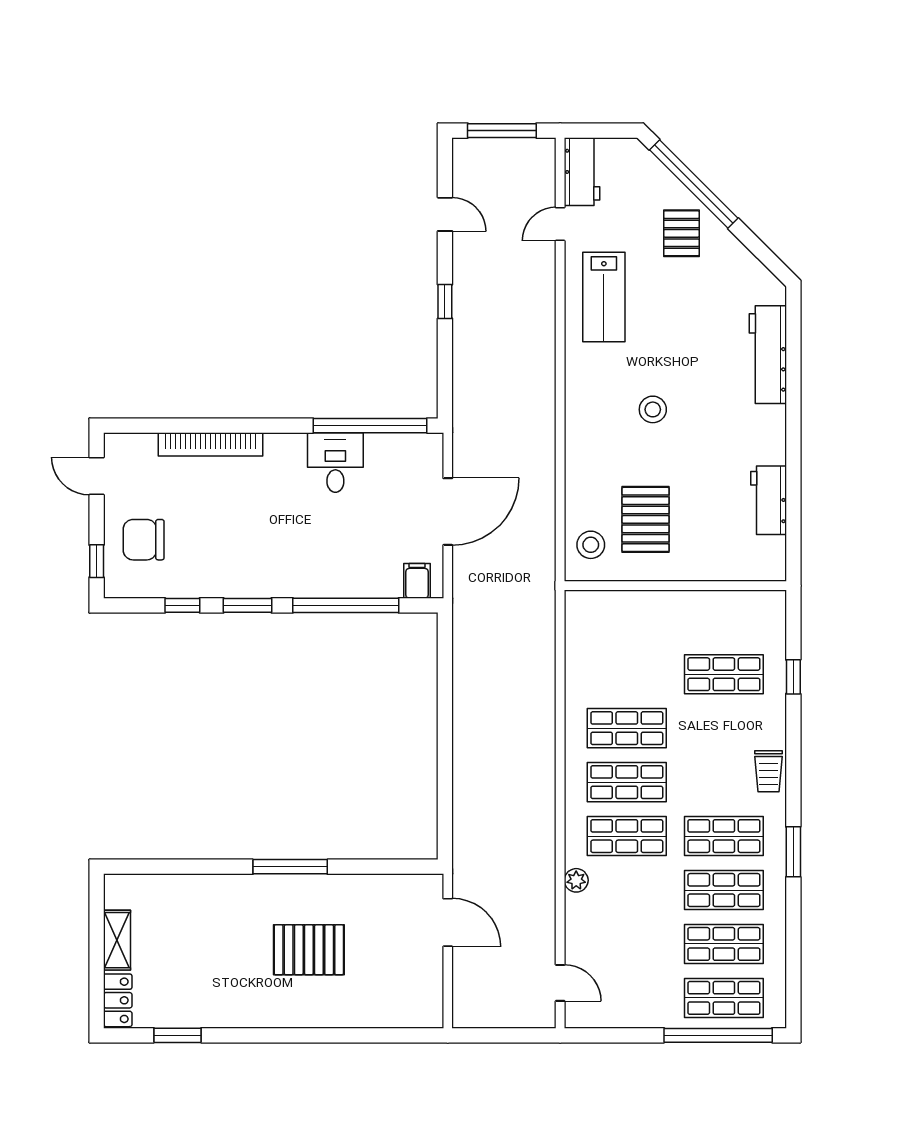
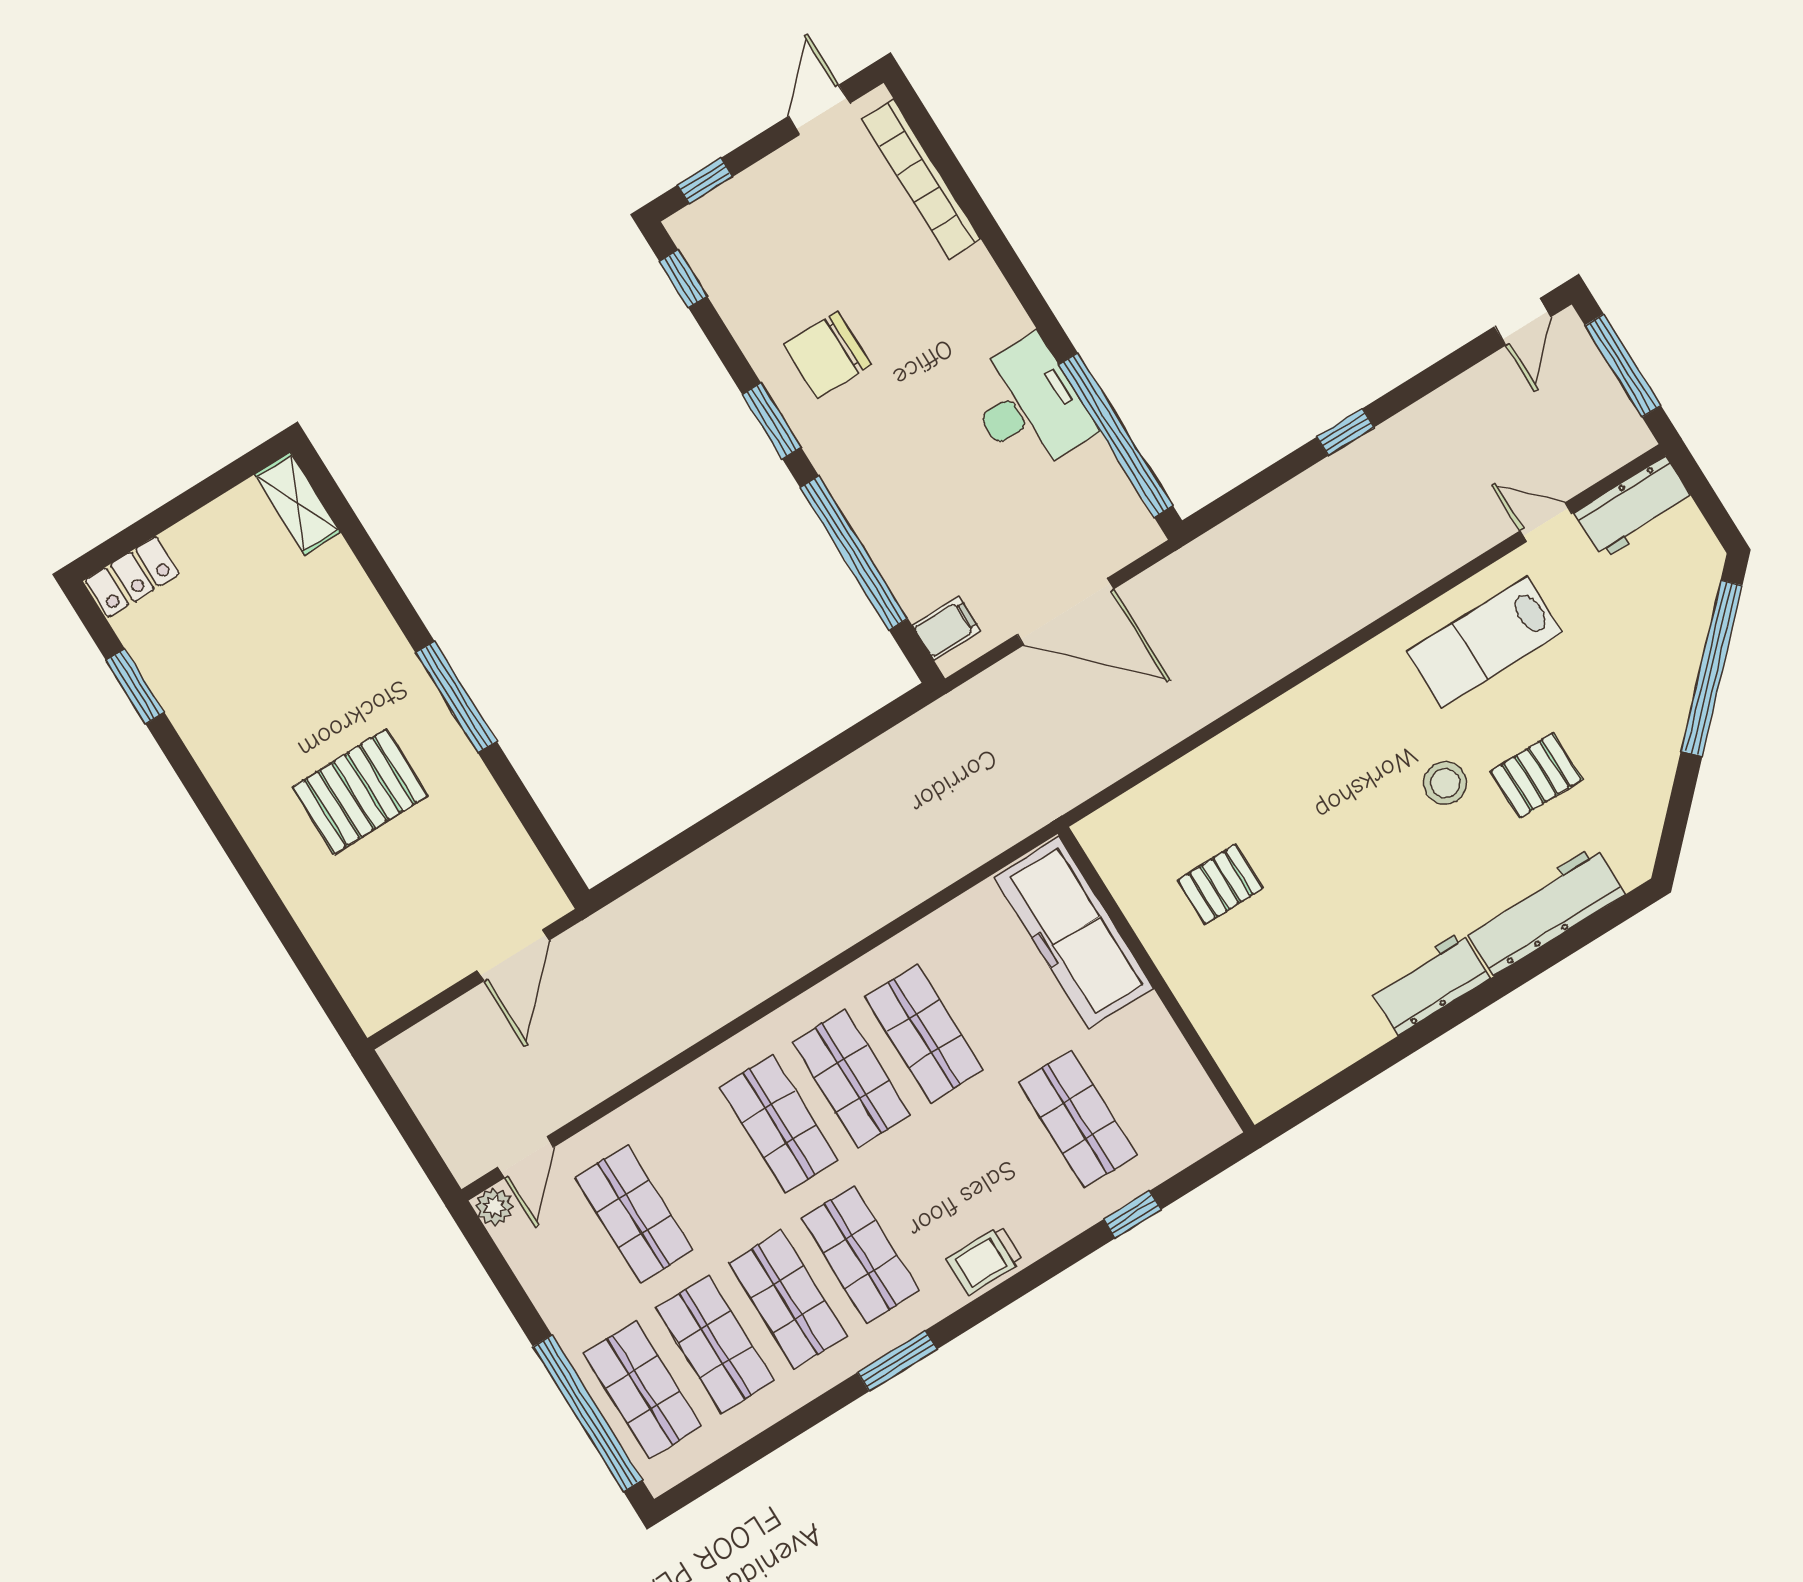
door: (445, 214) -> (1523, 322), moved
pallet: (681, 233) -> (1536, 775), moved
stool: (653, 409) -> (1445, 783), moved
bookcase: (211, 444) -> (921, 179), moved
desk: (335, 463) -> (1029, 406), width x1.37
workbench: (769, 500) -> (1430, 983), moved
pallet: (646, 519) -> (1220, 884), width x0.67, depth x0.71
chair: (144, 540) -> (827, 355), moved, turned -90
stool: (591, 545) -> (1140, 832), removed
window: (182, 605) -> (683, 279), moved
freezer: (623, 614) -> (1074, 933), added
plant: (576, 880) -> (494, 1207), moved
shelving: (117, 940) -> (297, 503), moved, turned 90
shop shelf: (627, 944) -> (634, 1214), added
pallet: (309, 950) -> (360, 792), turned 90

